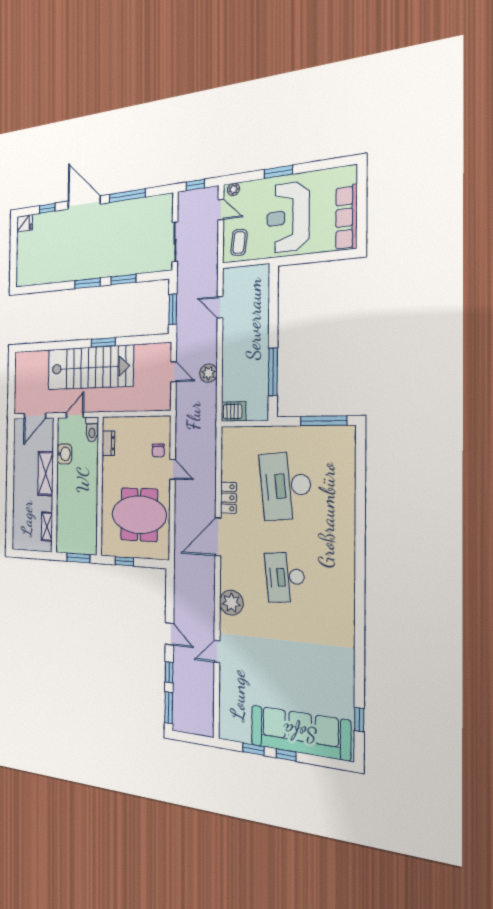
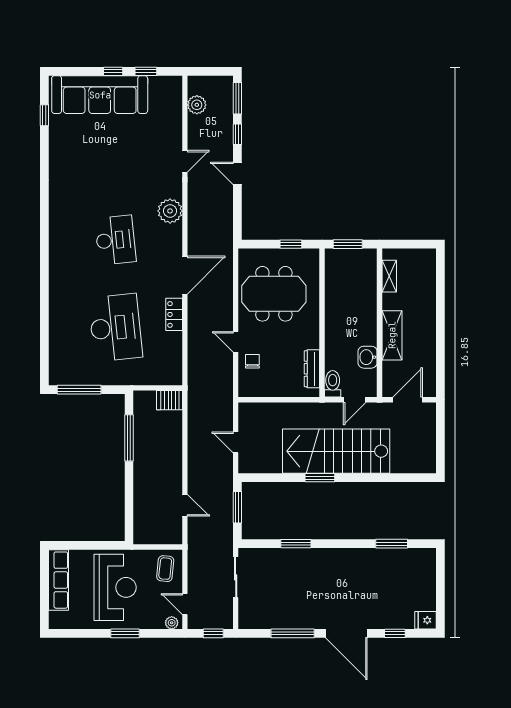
window: (87, 283) -> (392, 544), moved
plant: (208, 373) -> (197, 105), moved
dresser: (108, 443) -> (312, 369), width x1.44

